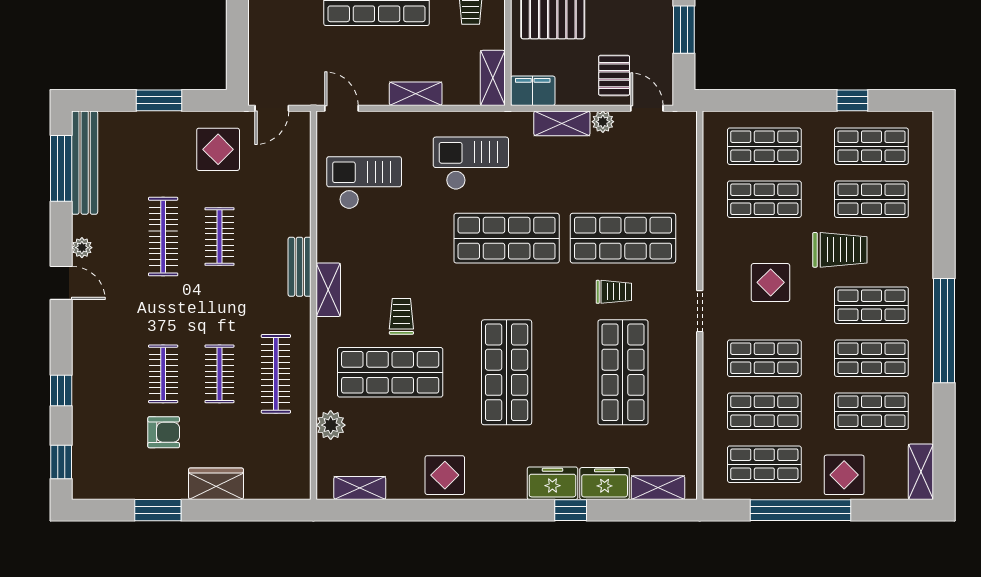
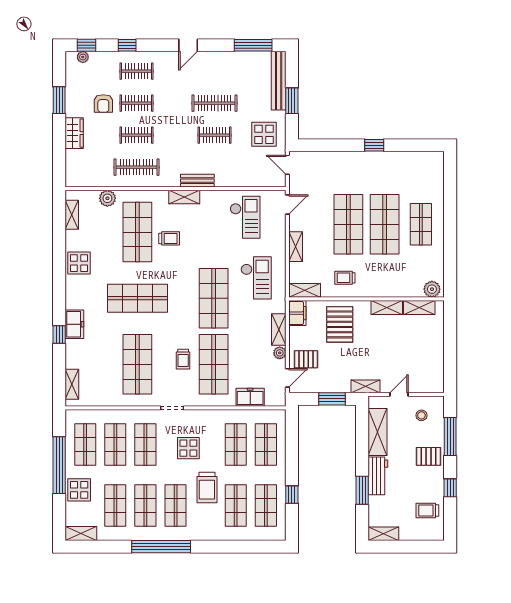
bench: (85, 163) -> (279, 81), moved, turned 90
plant: (82, 248) -> (83, 57), moved
shop shelf: (623, 372) -> (137, 364), turned 90
clothes rail: (107, 374) -> (137, 71), added
freezer: (605, 484) -> (250, 397), moved, turned -90

